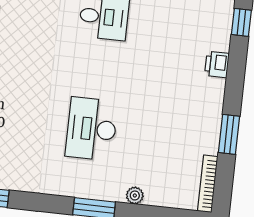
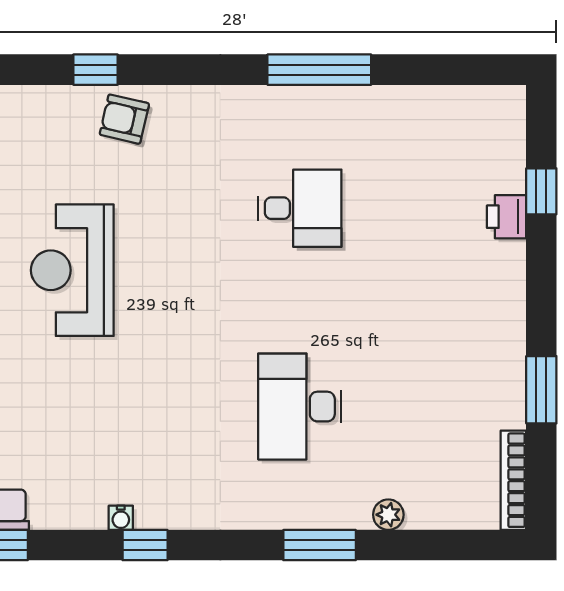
printer: (217, 64) -> (507, 217), moved

